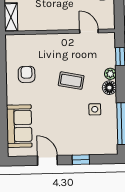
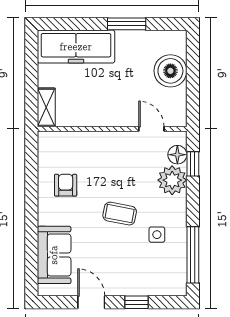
plant: (110, 74) -> (172, 180), width x1.88, depth x1.88
coffee table: (71, 81) -> (120, 214), moved
floor lamp: (109, 88) -> (177, 155), moved

